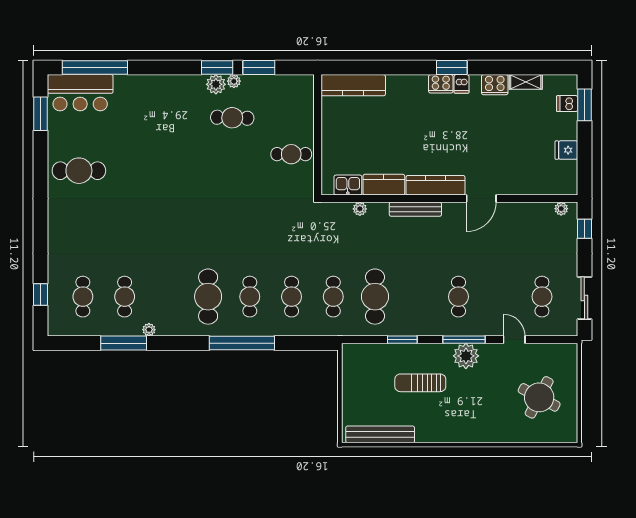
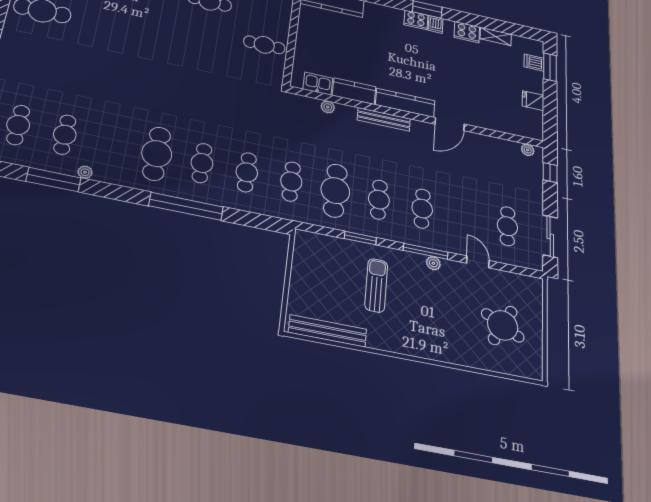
cafe table: (417, 297) -> (379, 200), added
plant: (466, 356) -> (433, 263), width x0.53, depth x0.53
sun lounger: (420, 383) -> (376, 285), turned 90

